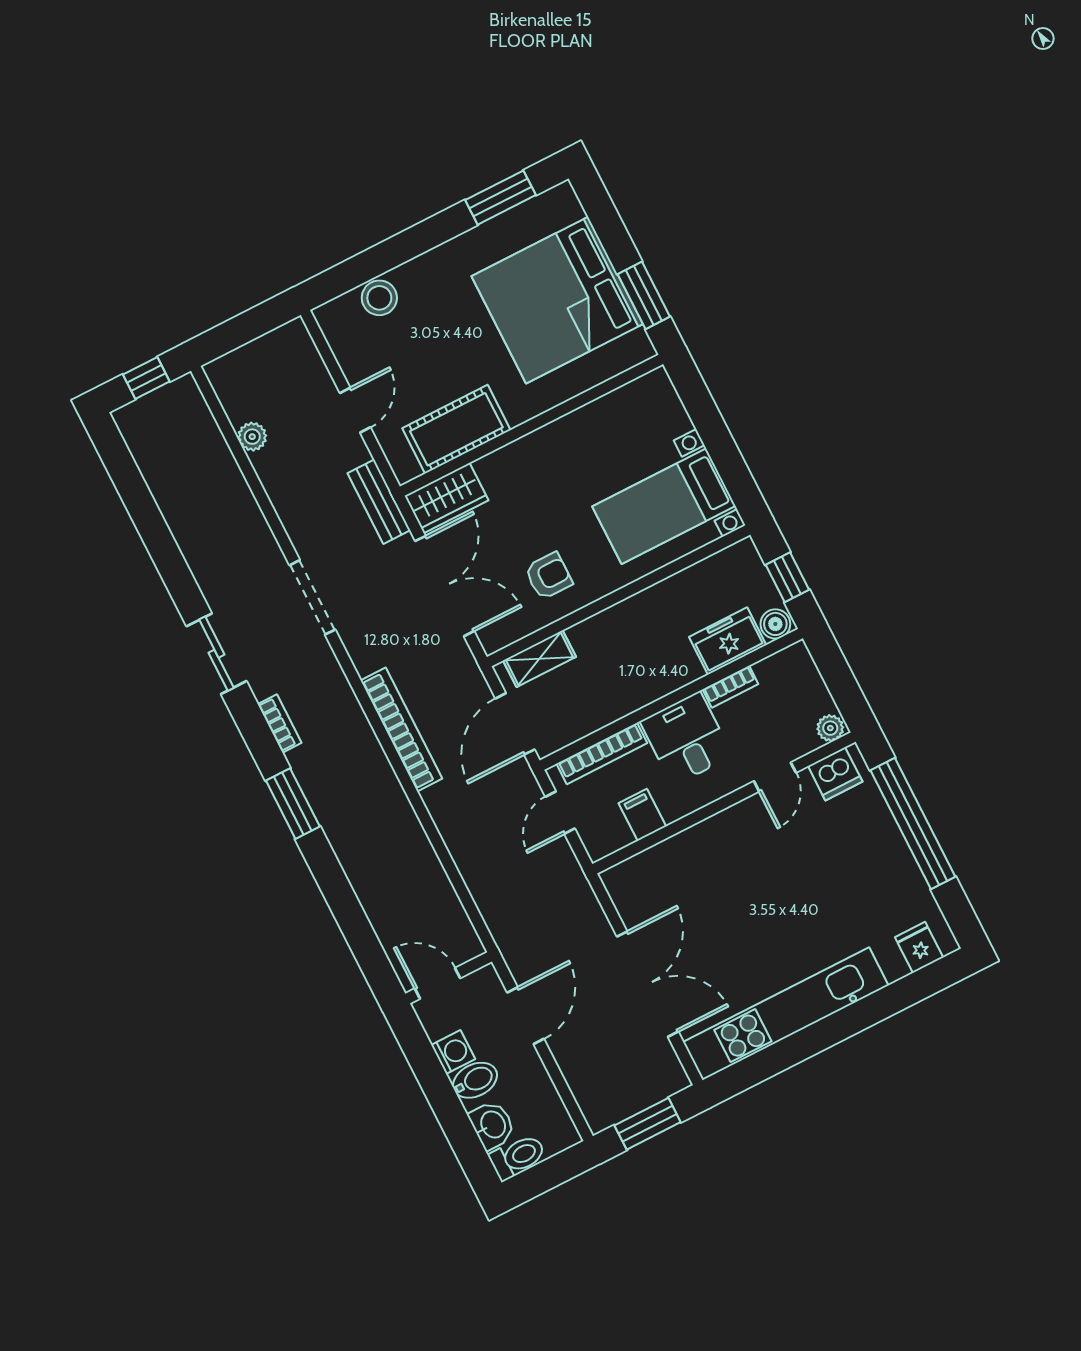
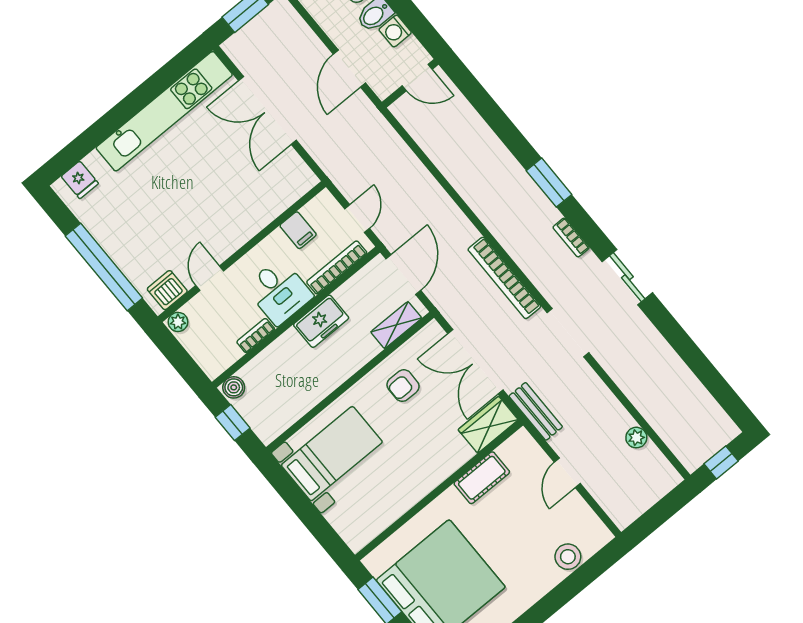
cot: (456, 429) -> (482, 478), width x0.73, depth x0.75
freezer: (728, 641) -> (321, 321), moved
bookcase: (401, 729) -> (504, 278), moved

